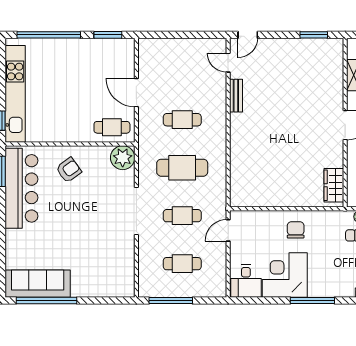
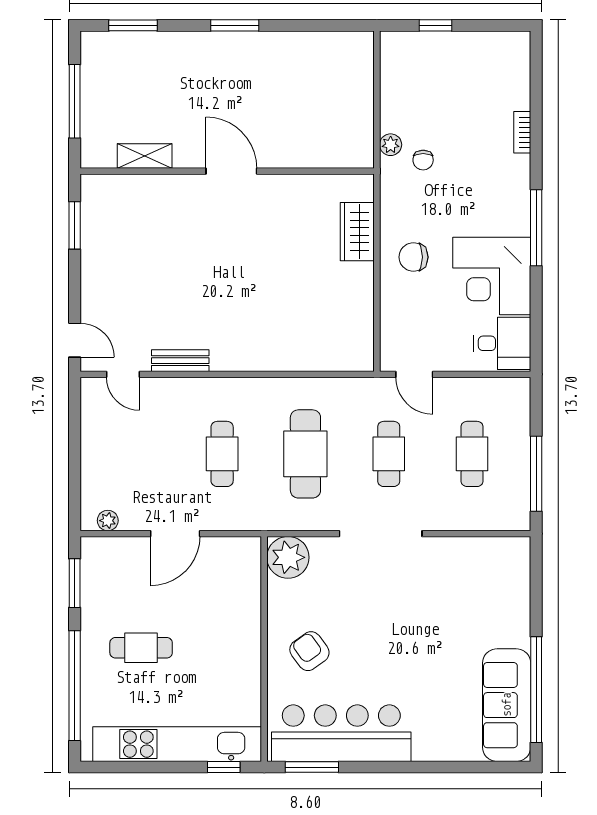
plant: (144, 54) -> (108, 521), added
door: (228, 63) -> (123, 374), hinge flipped
cafe table: (112, 127) -> (141, 648), moved, turned 90
wardrobe: (334, 185) -> (357, 232), moved, turned 90

